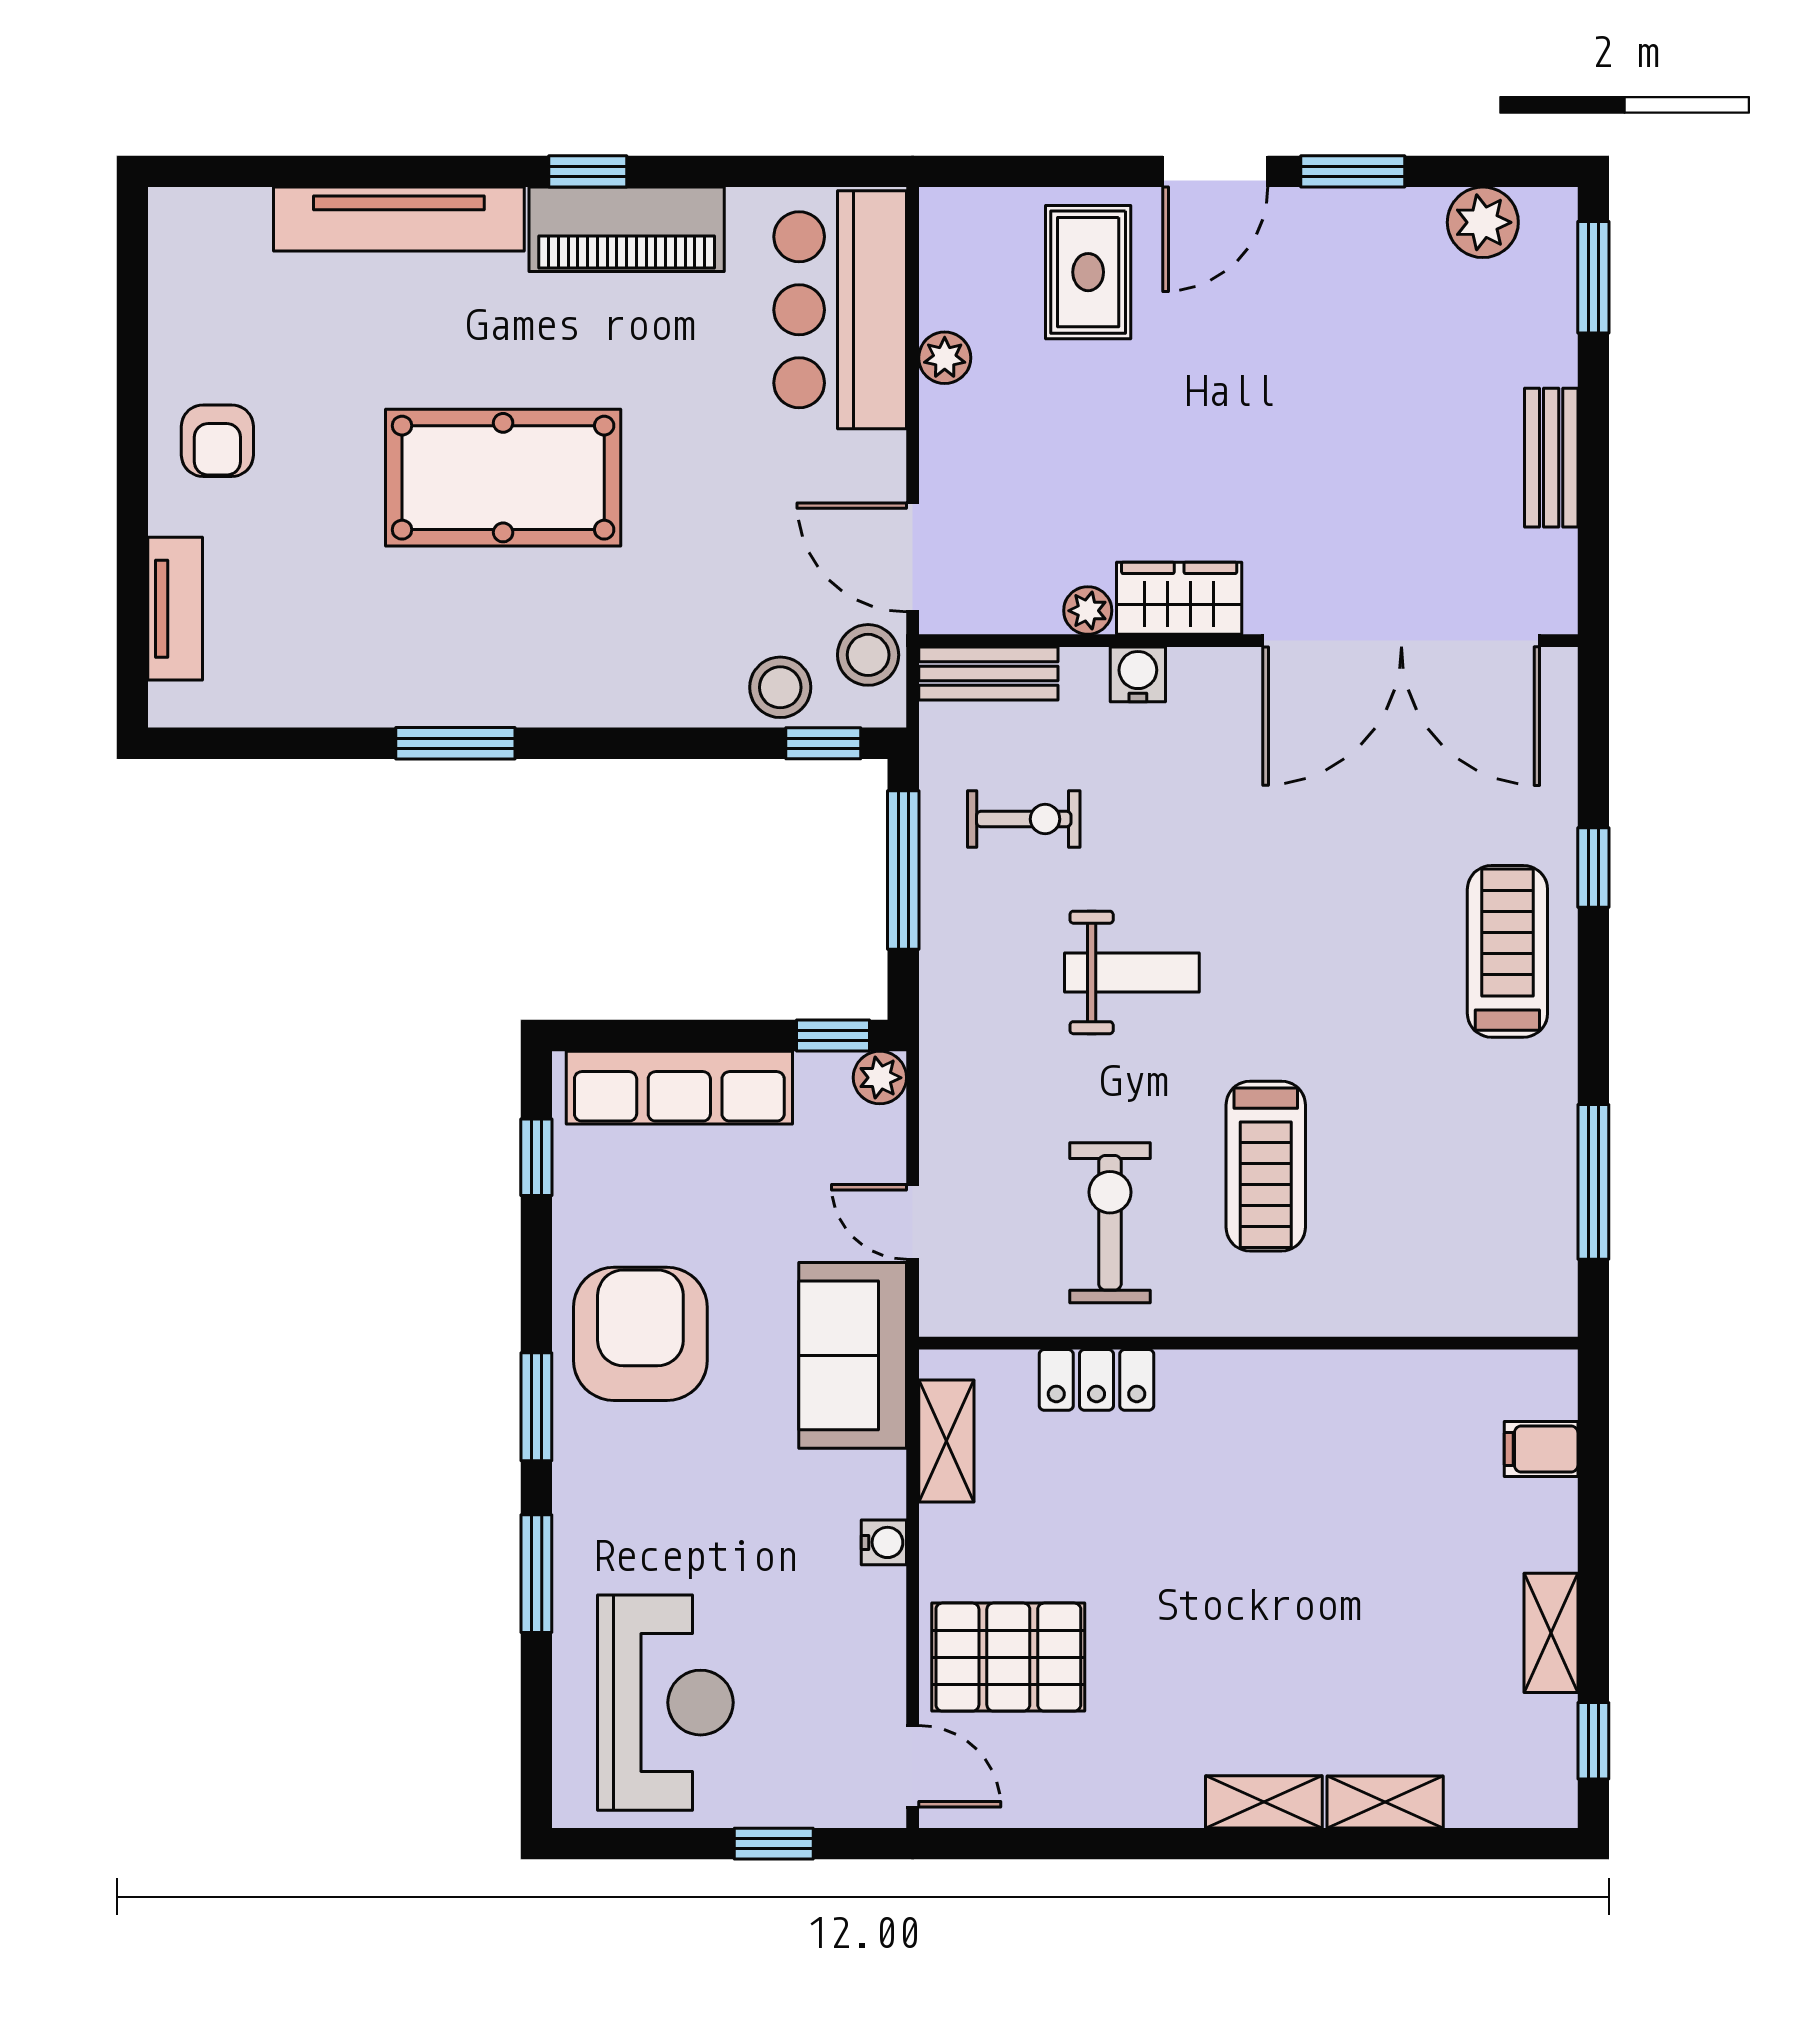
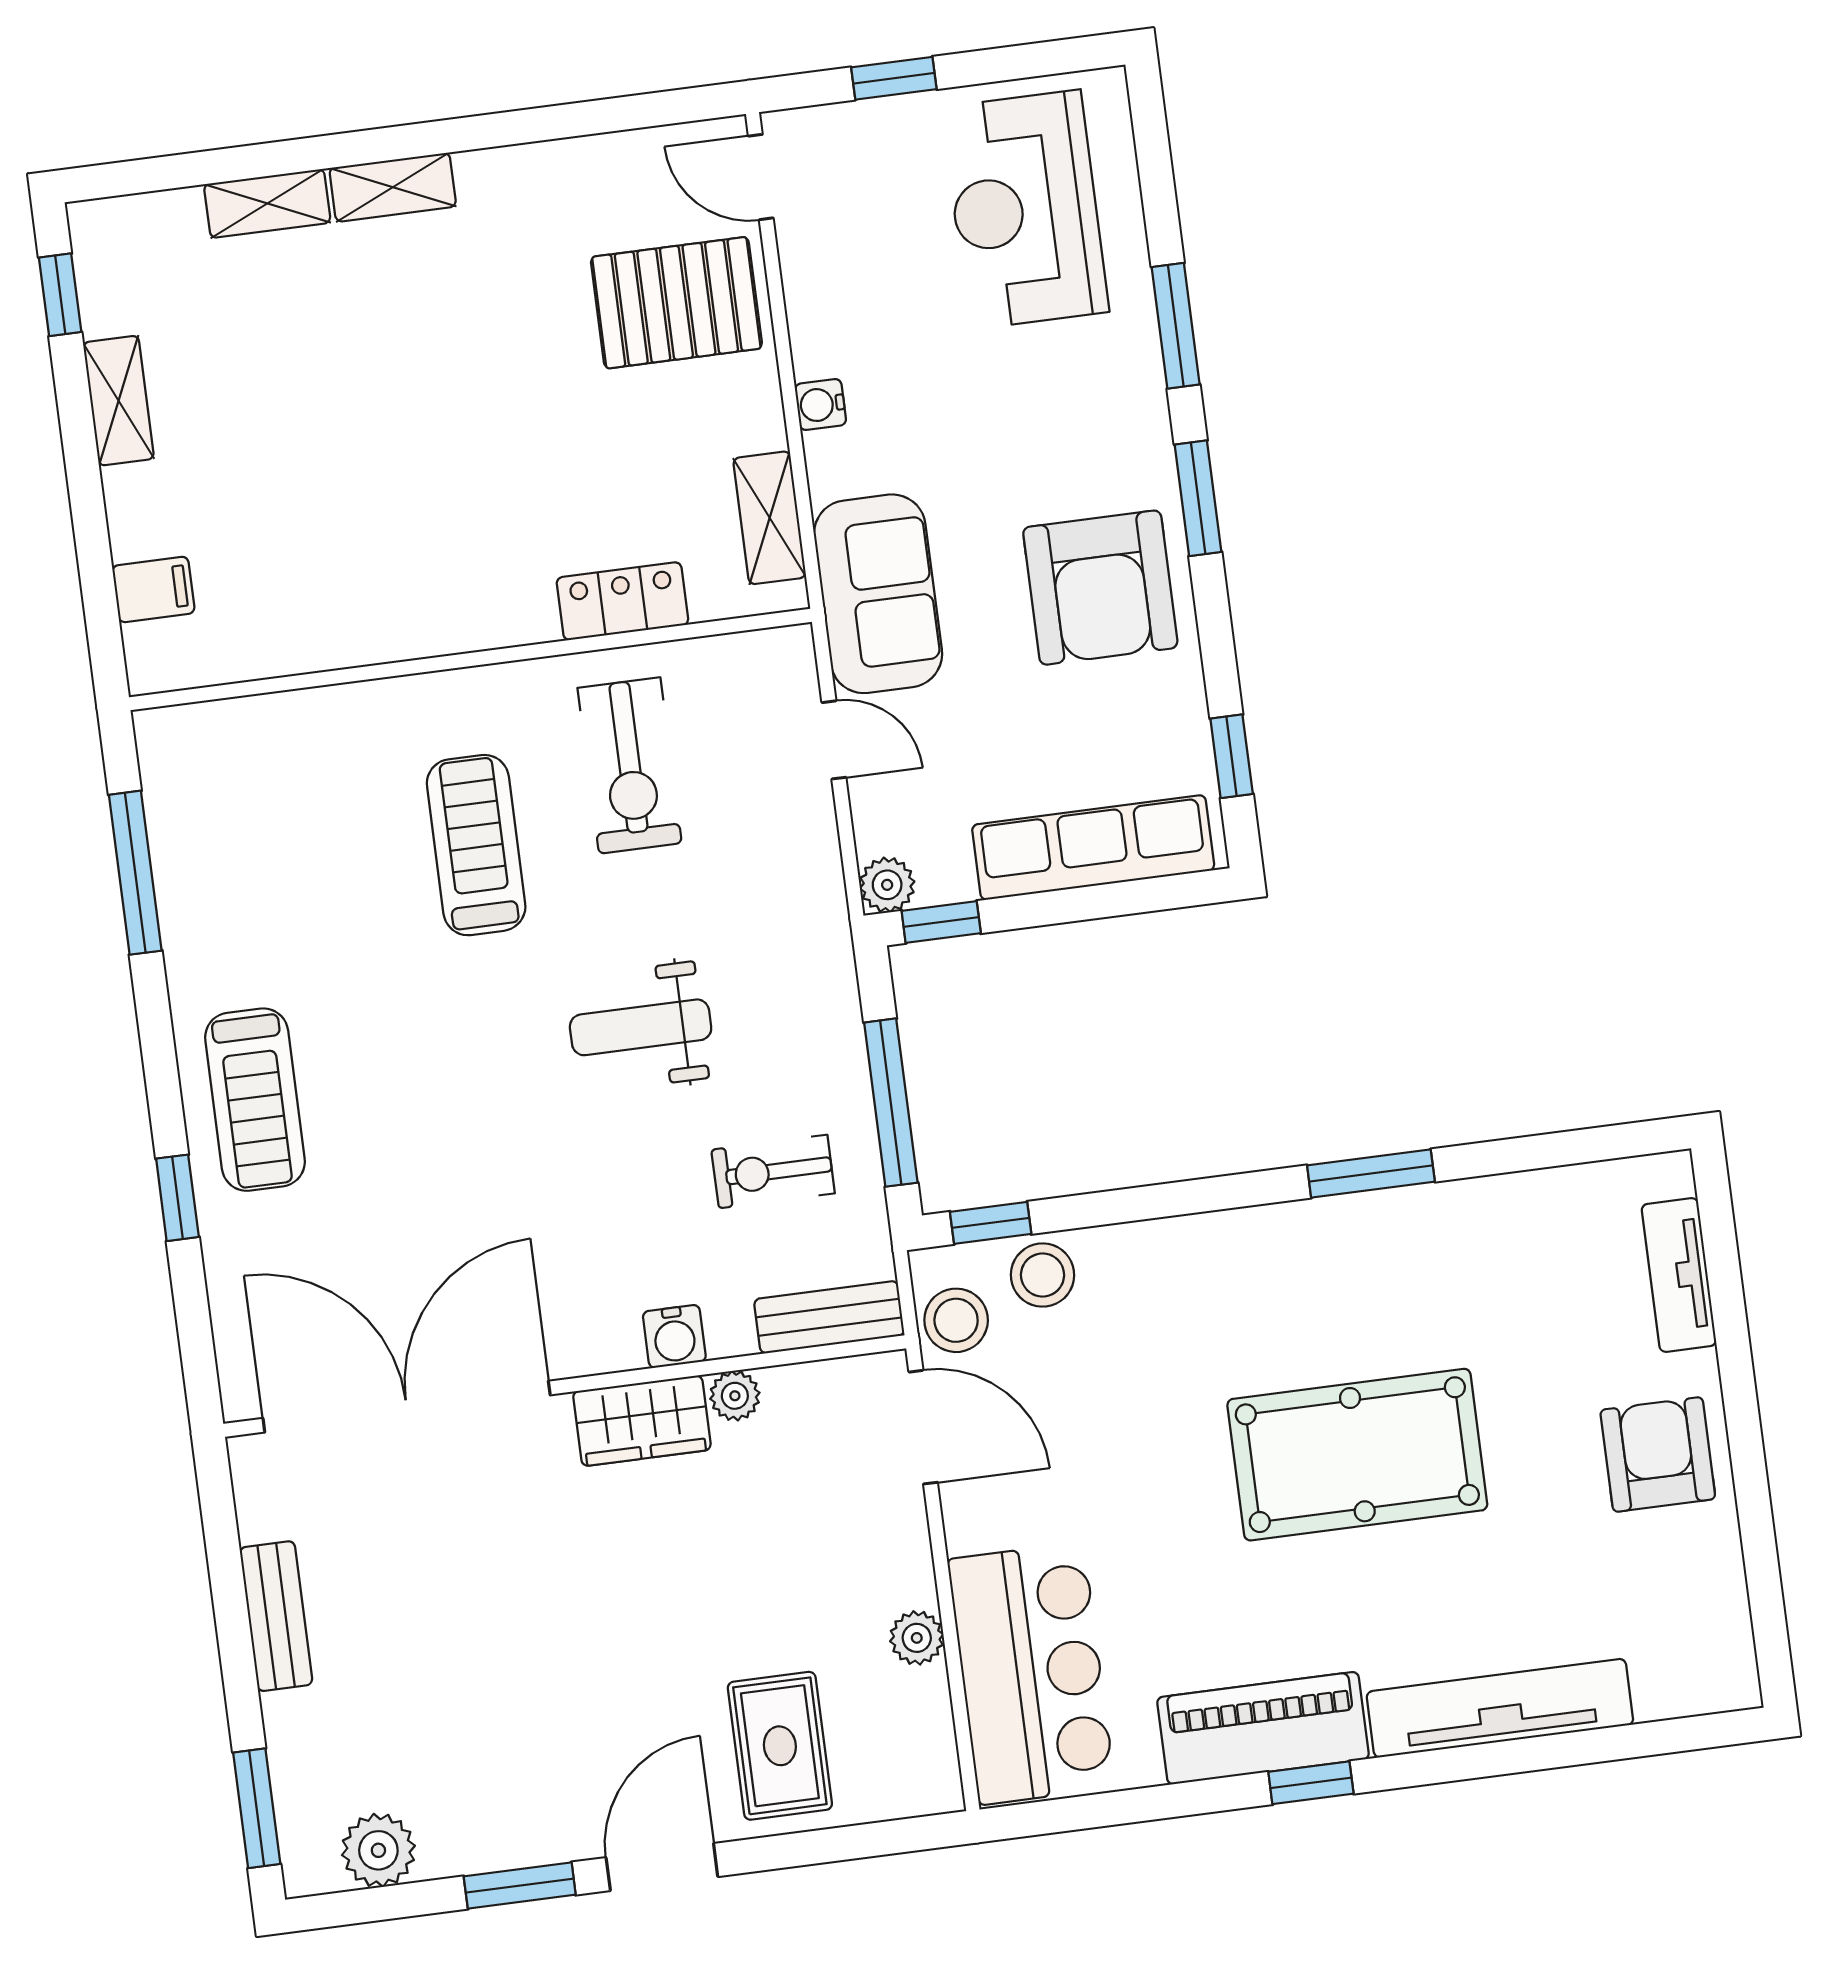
armchair: (217, 441) -> (1658, 1454), width x1.38, depth x1.38

